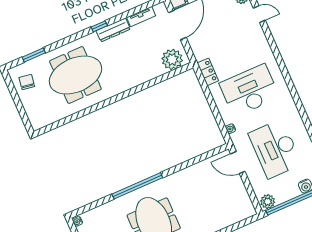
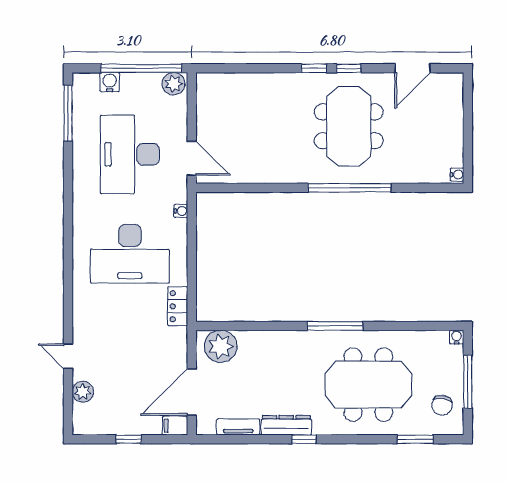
window: (110, 101) -> (335, 326), added
window: (18, 102) -> (468, 382), added
water cooler: (36, 126) -> (457, 337), added
desk: (275, 149) -> (130, 154), turned 180

